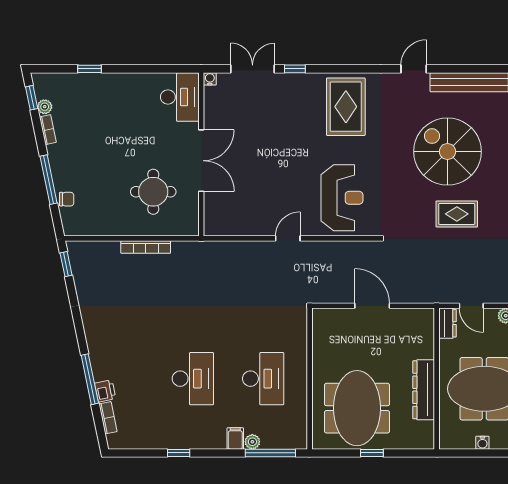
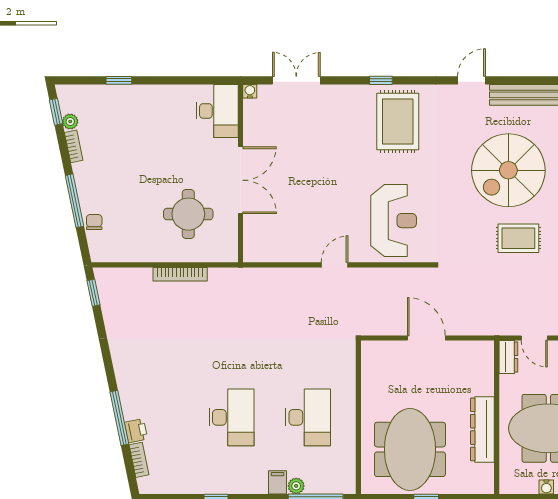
window: (295, 69) -> (381, 80), moved
spiral stairs: (447, 152) -> (508, 170), turned -90
chair: (67, 199) -> (94, 222), turned -90

